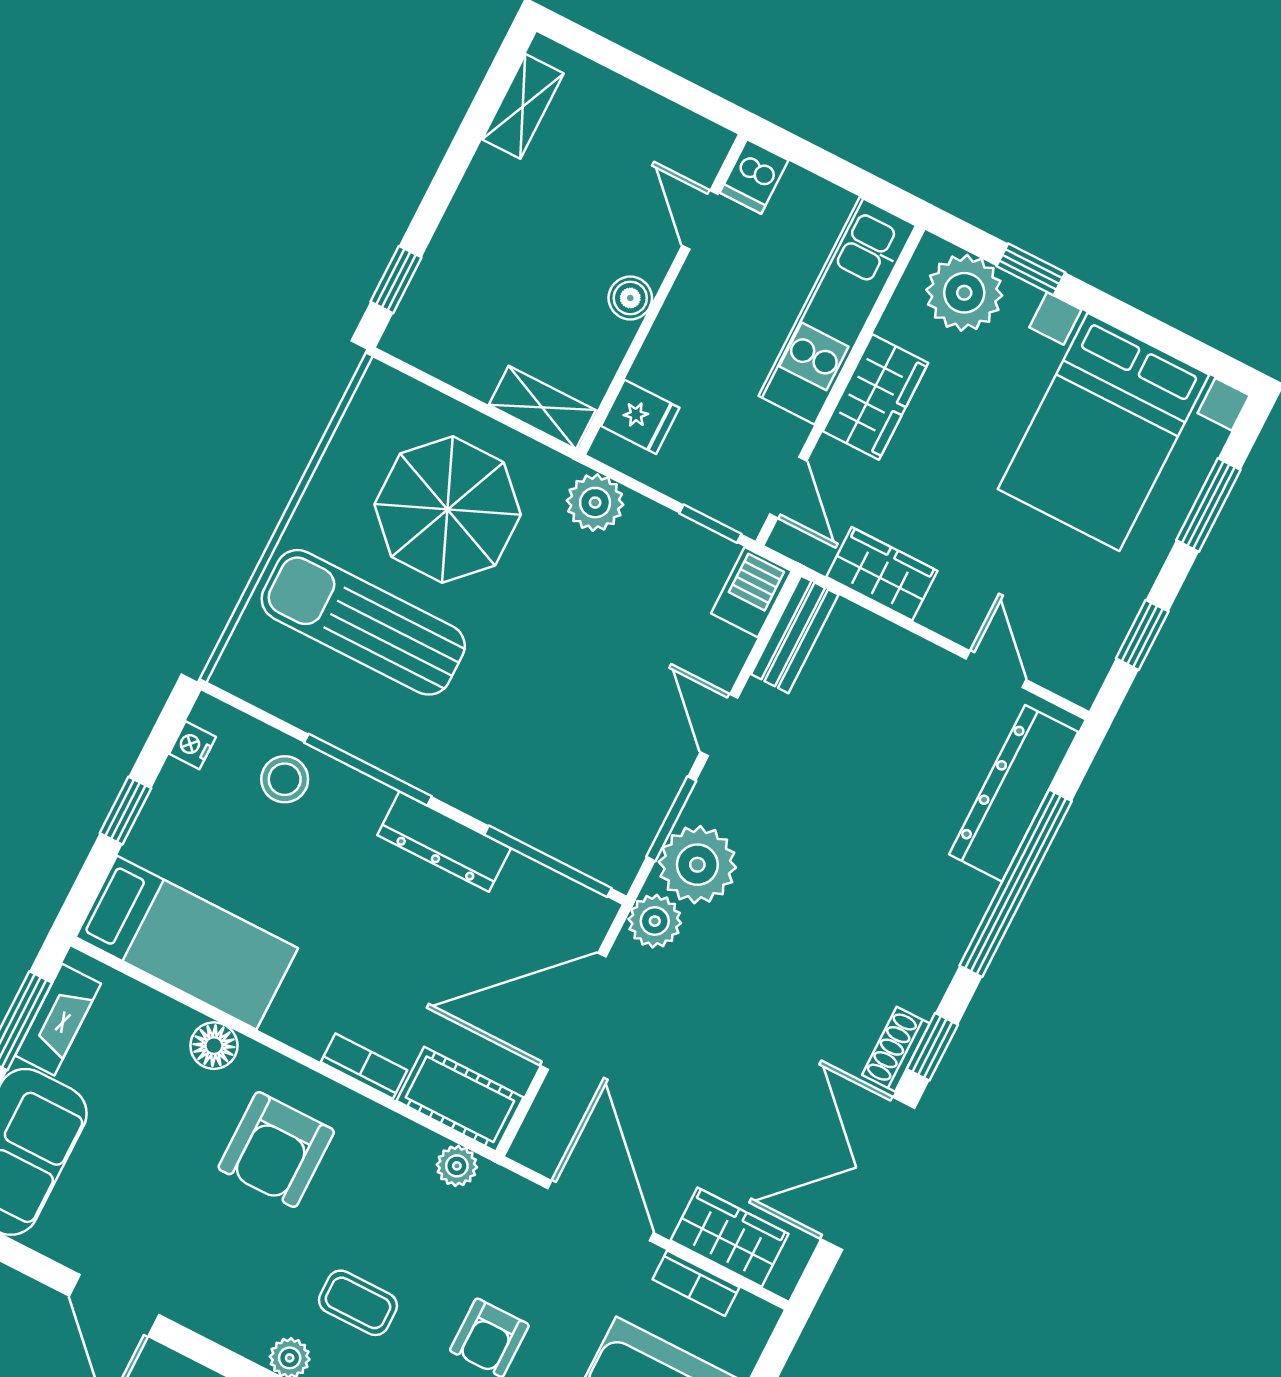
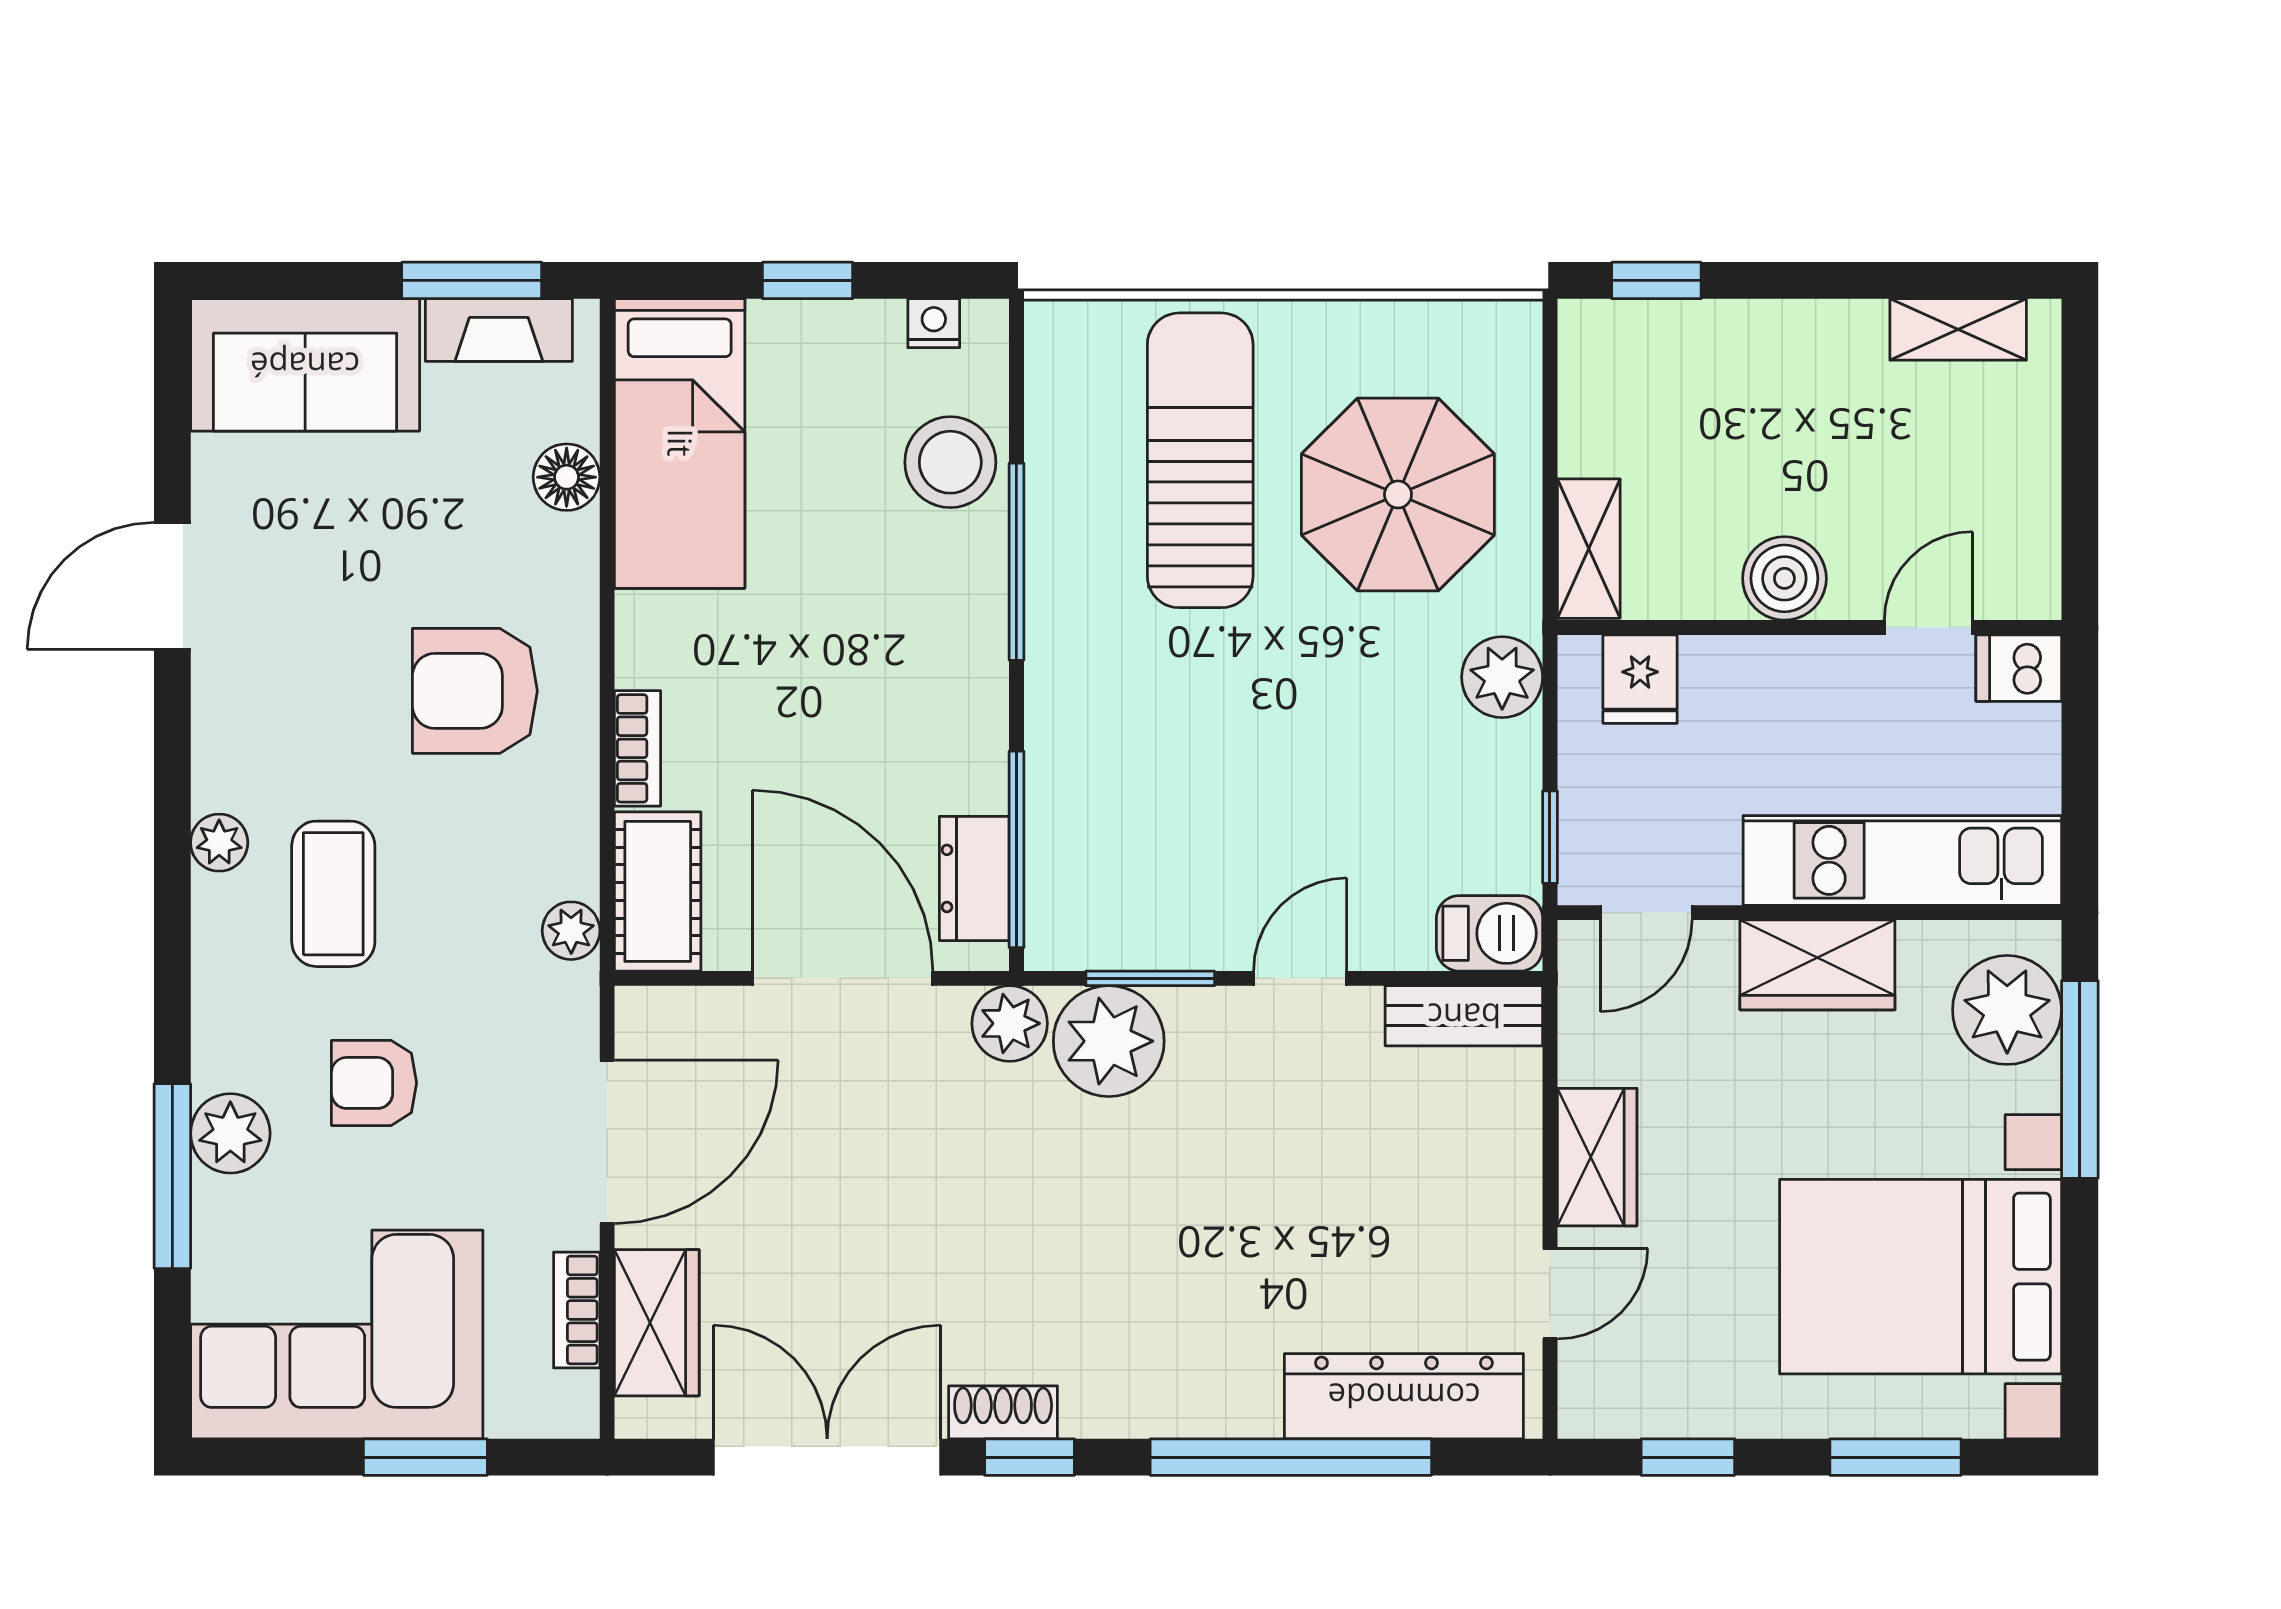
window: (1031, 269) -> (2080, 1079), width x2.17
boiler: (630, 298) -> (1784, 578), width x1.36, depth x1.36
wardrobe: (882, 574) -> (1597, 1157), moved
stool: (285, 779) -> (950, 462), width x1.38, depth x1.38
dresser: (444, 842) -> (974, 878), moved, width x0.70
floor lamp: (214, 1046) -> (567, 477), moved
coffee table: (358, 1303) -> (333, 894), width x1.36, depth x1.30

